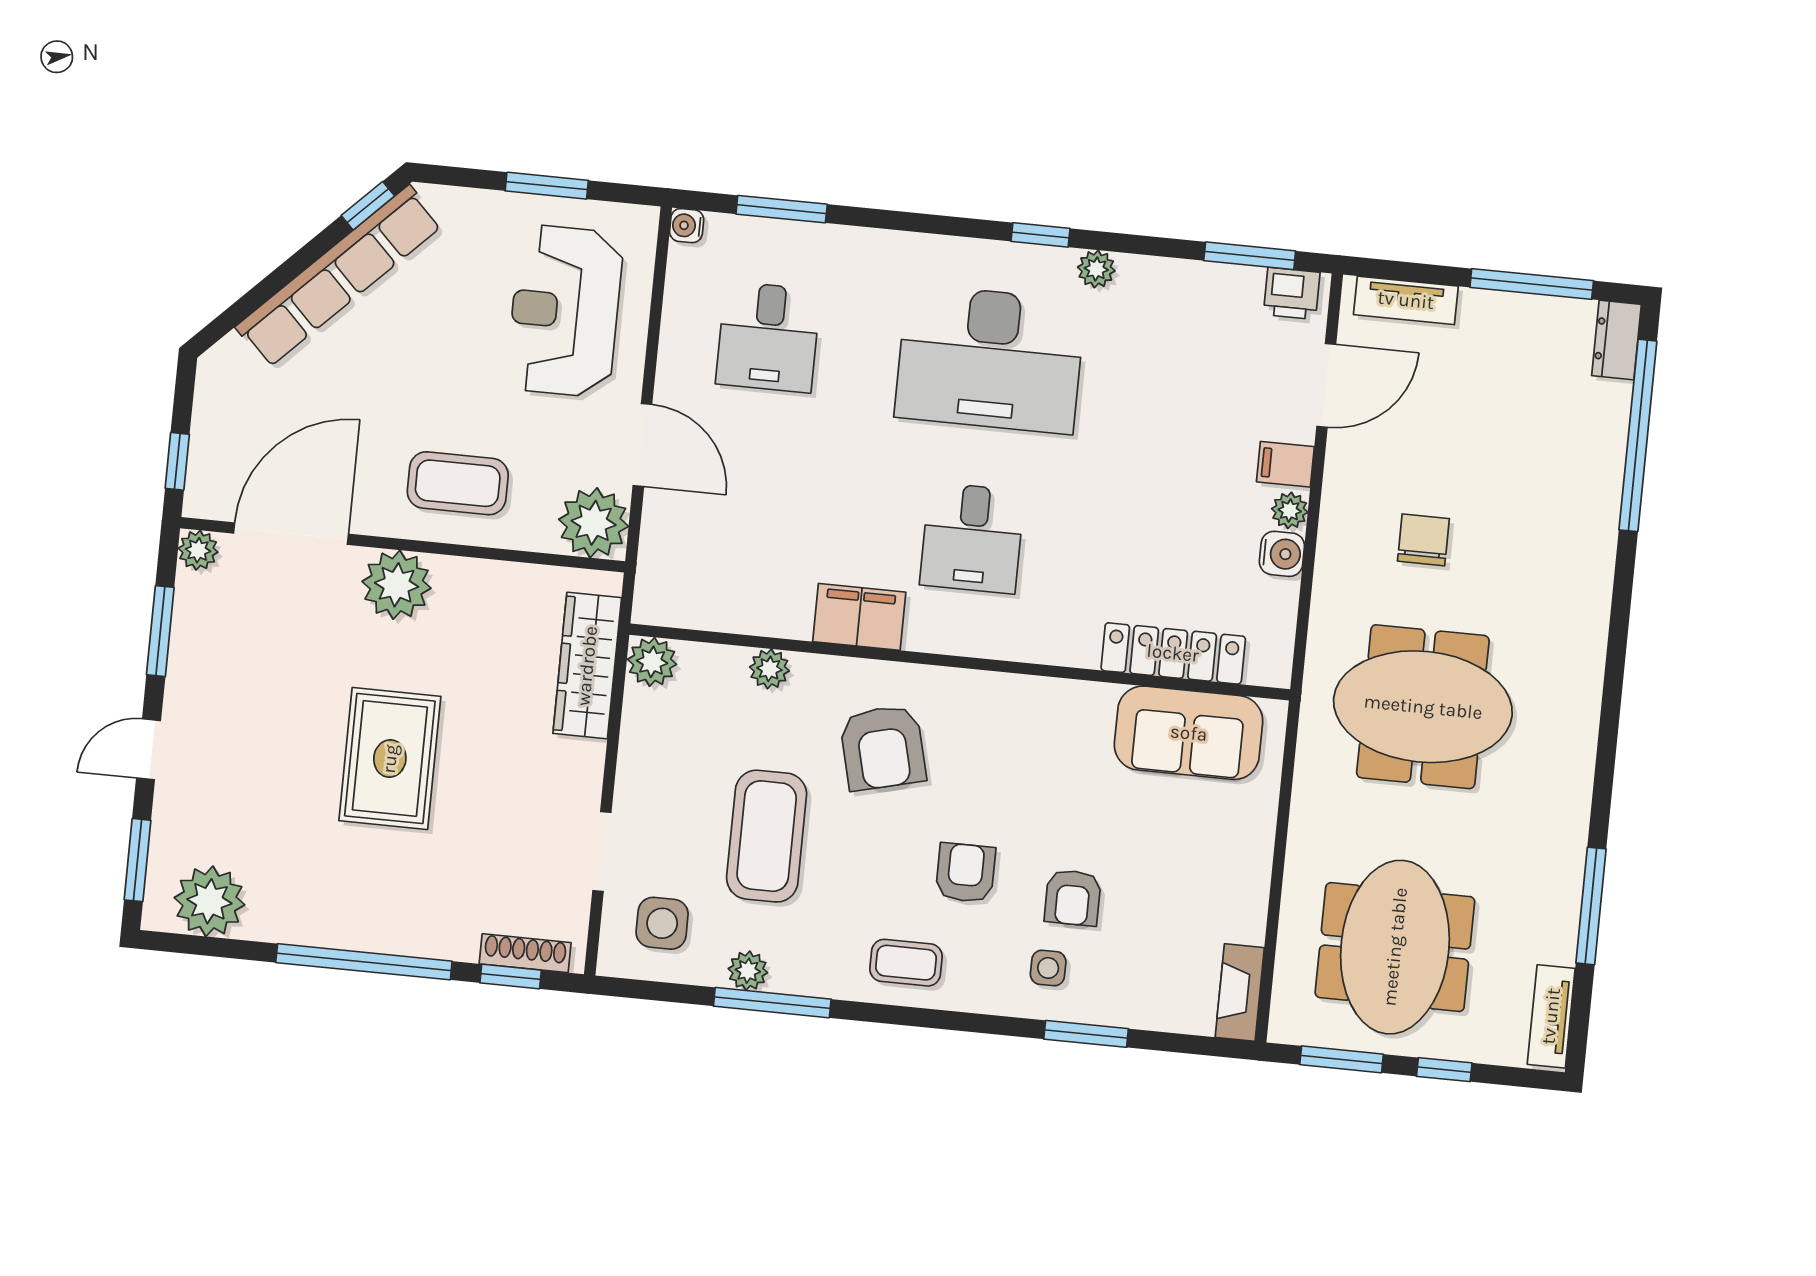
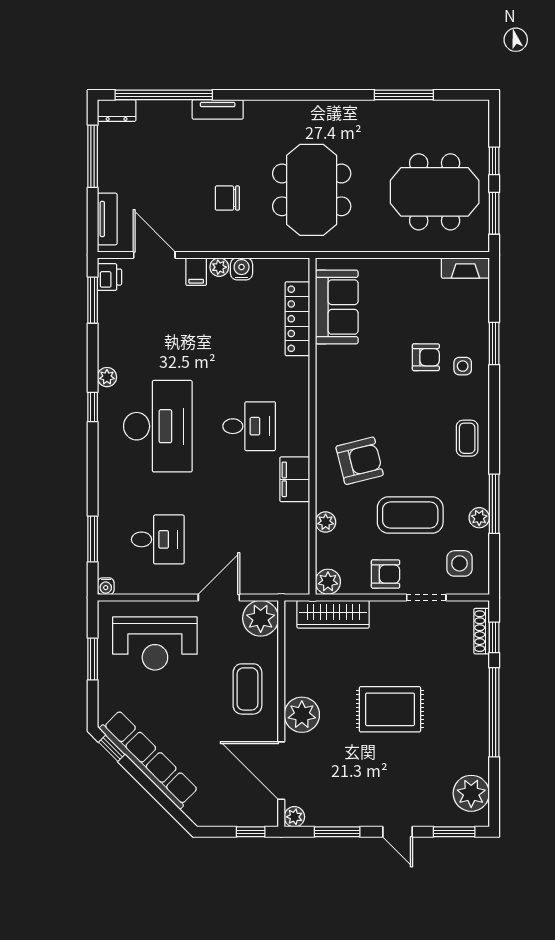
armchair: (965, 873) -> (386, 574), moved, turned 180
tv unit: (1551, 1016) -> (218, 109), moved

